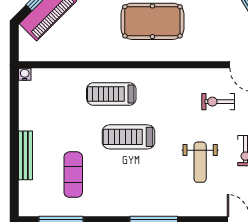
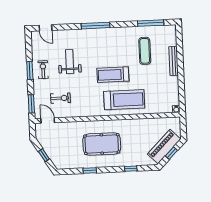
treadmill: (111, 94) -> (124, 100), width x1.37, depth x1.38
treadmill: (129, 137) -> (113, 75), turned 180

